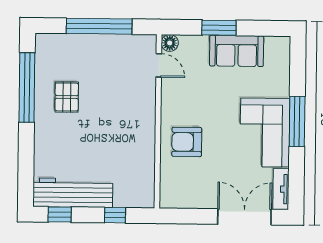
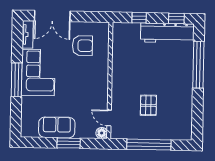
window: (27, 87) -> (198, 65), moved
pallet: (67, 97) -> (148, 105), moved
armchair: (187, 142) -> (82, 46), moved

